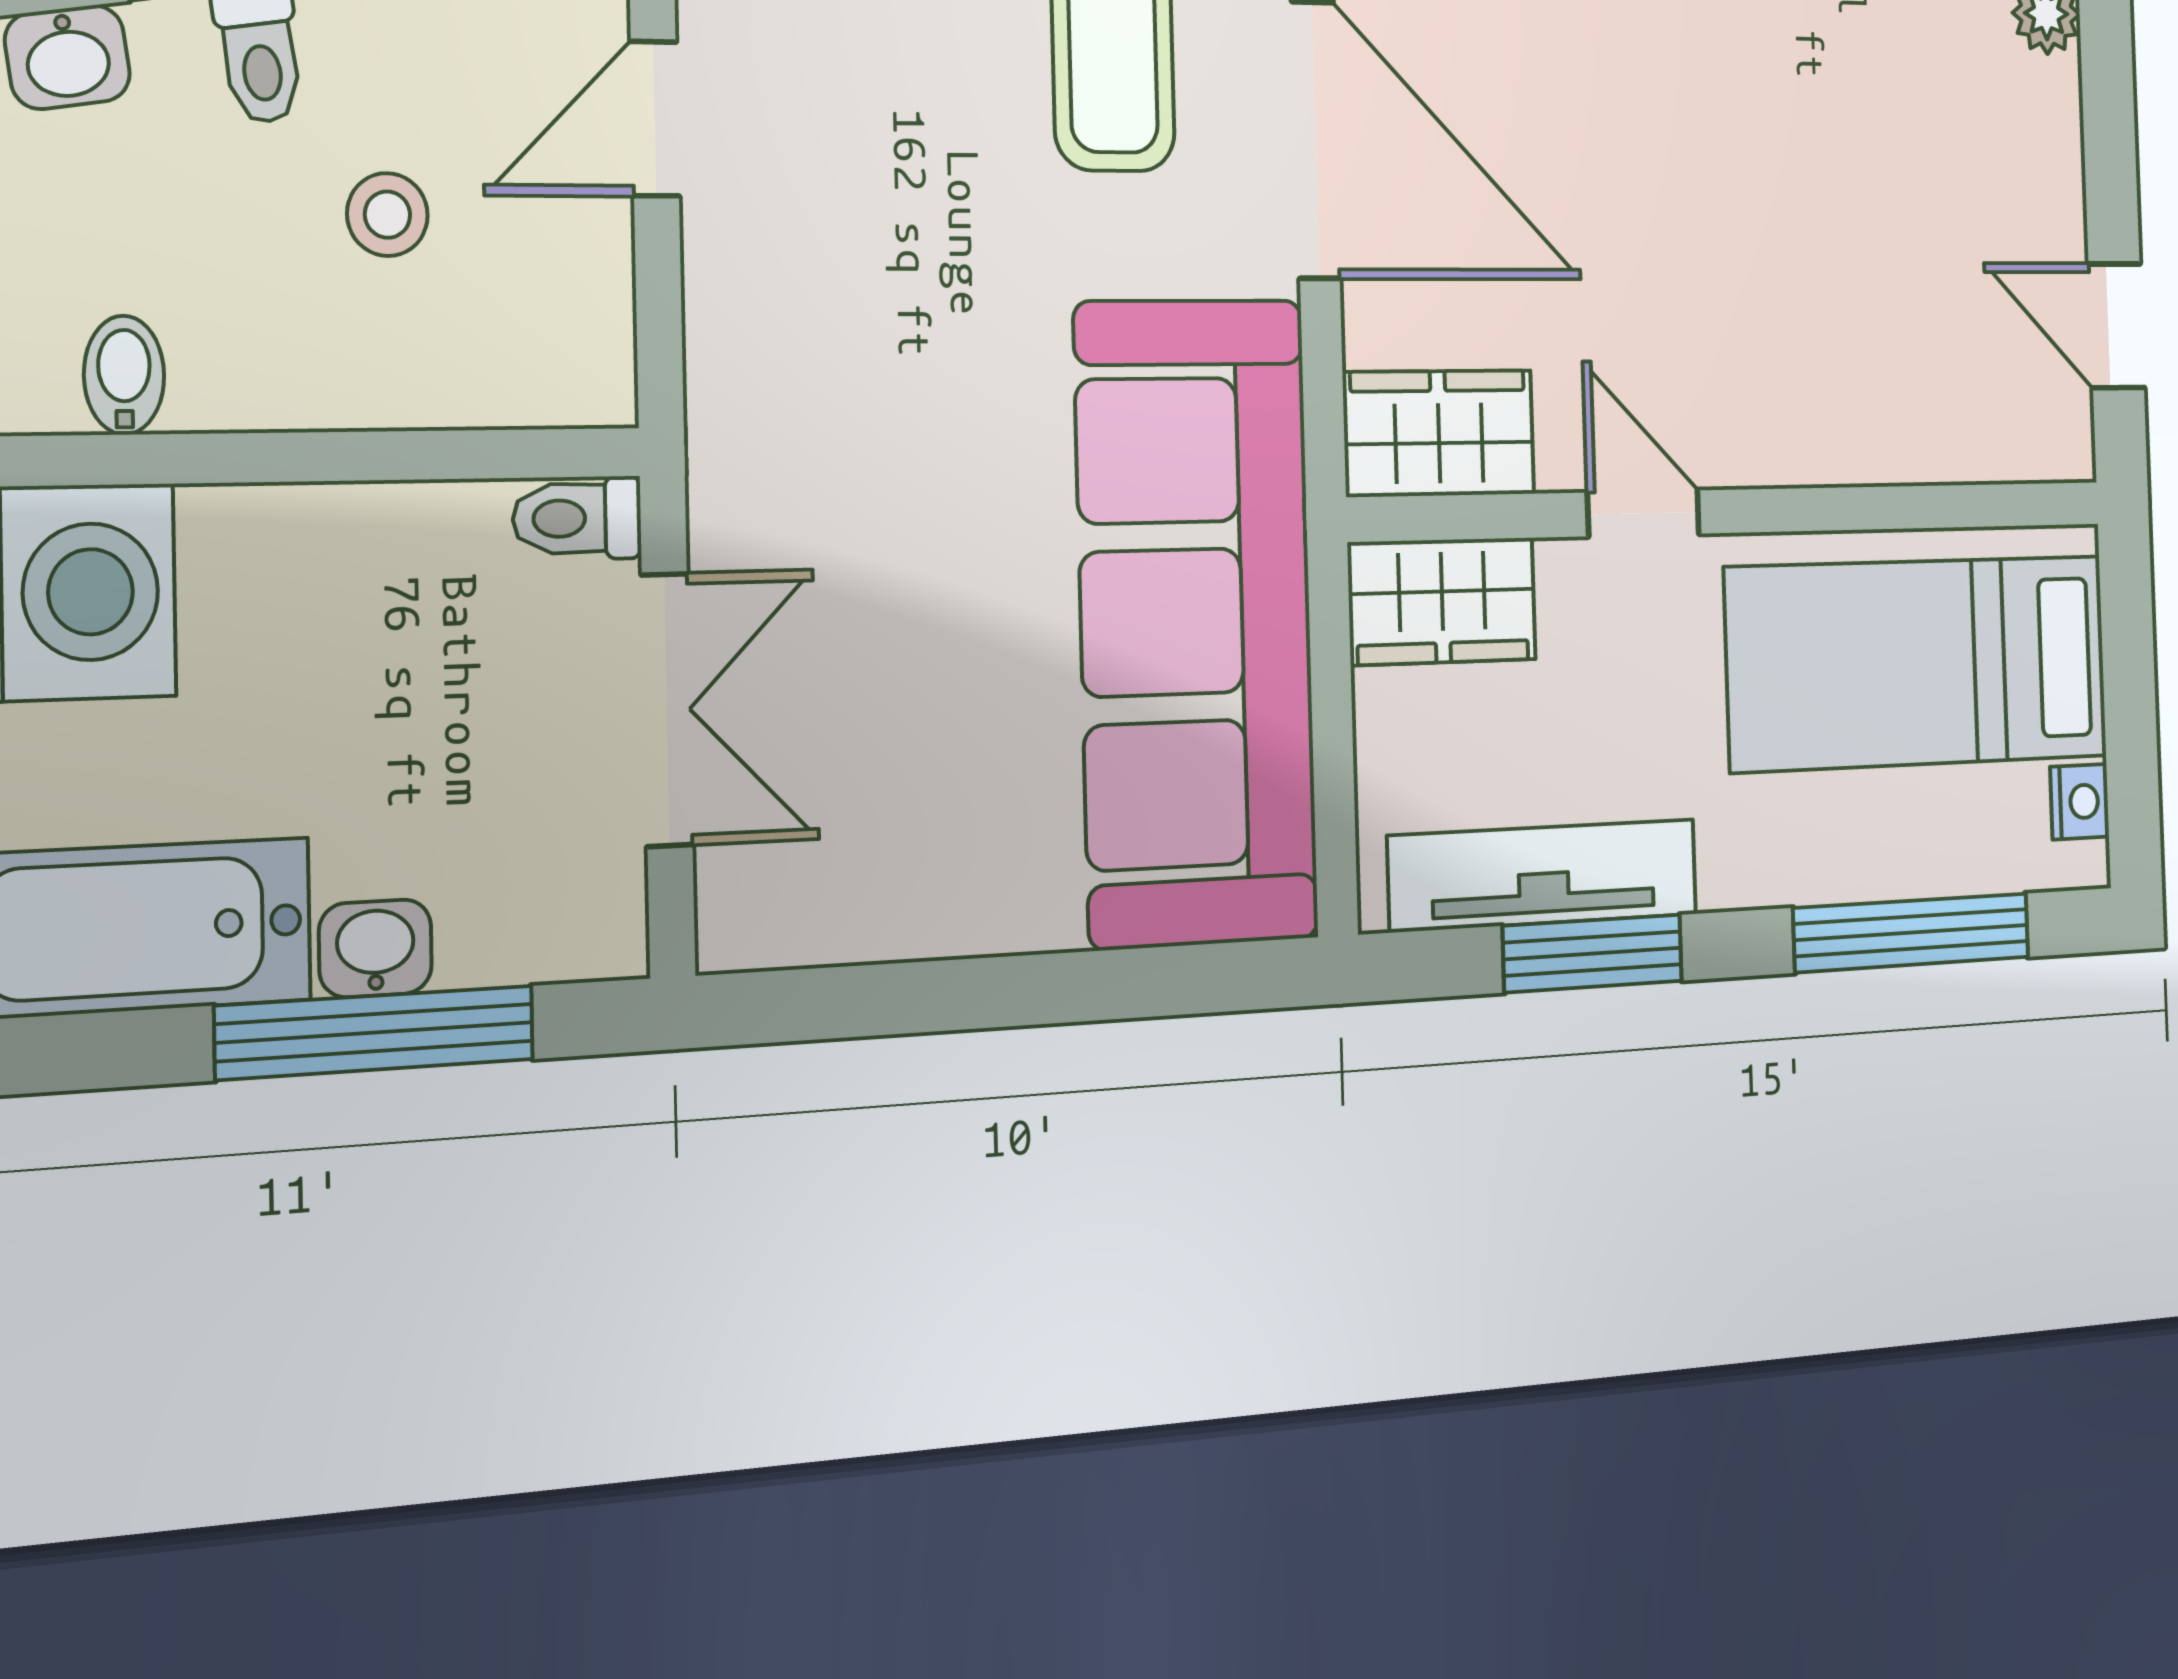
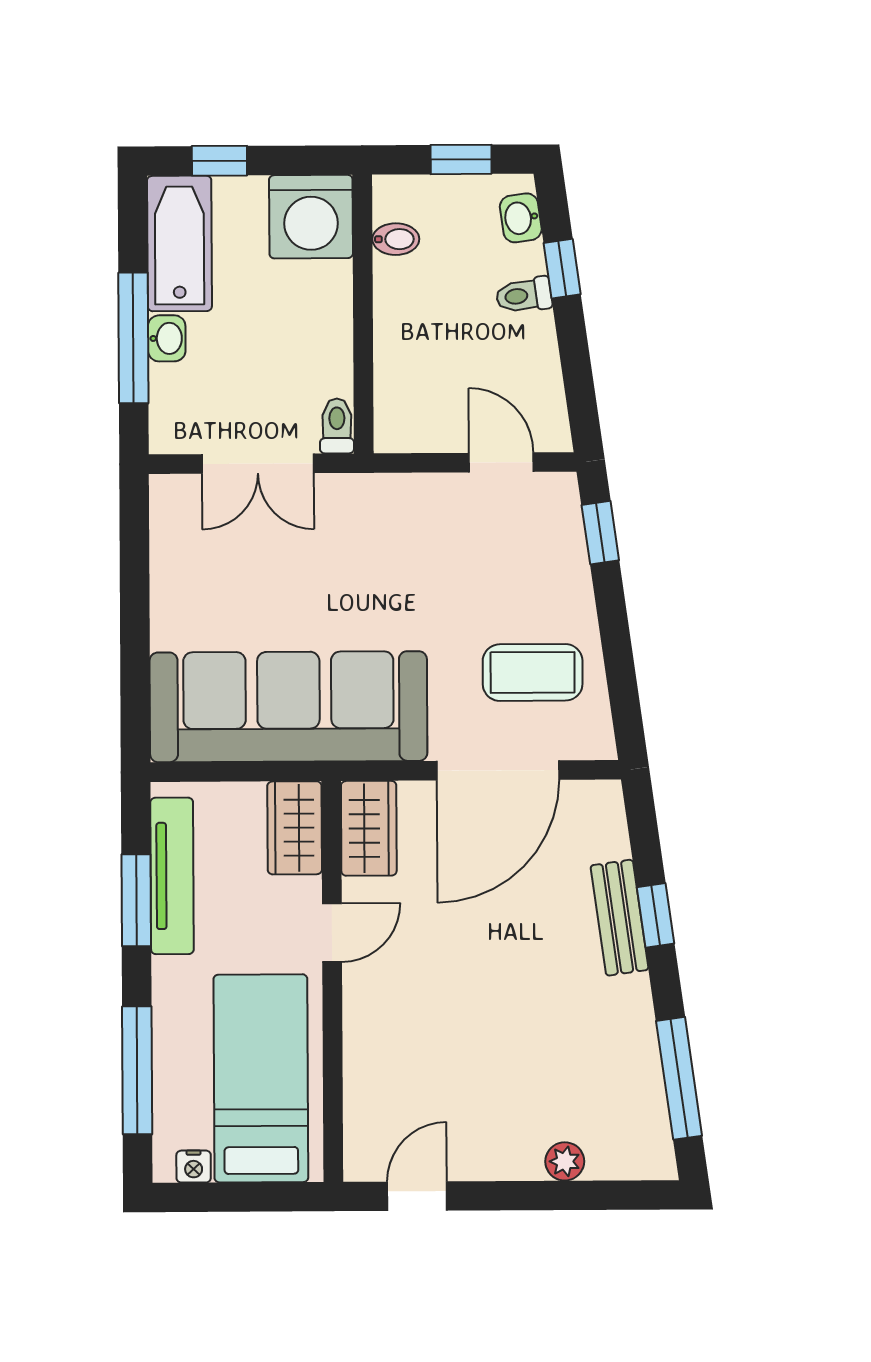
stool: (387, 215) -> (460, 347), removed

